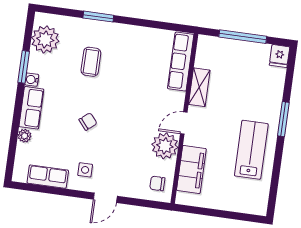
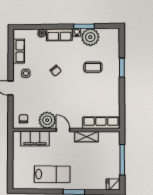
plant: (45, 39) -> (90, 37), moved

